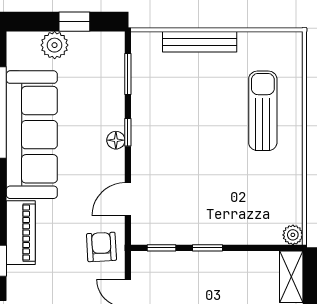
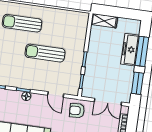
sun lounger: (209, 166) -> (45, 53), added
plant: (293, 235) -> (84, 17), removed

